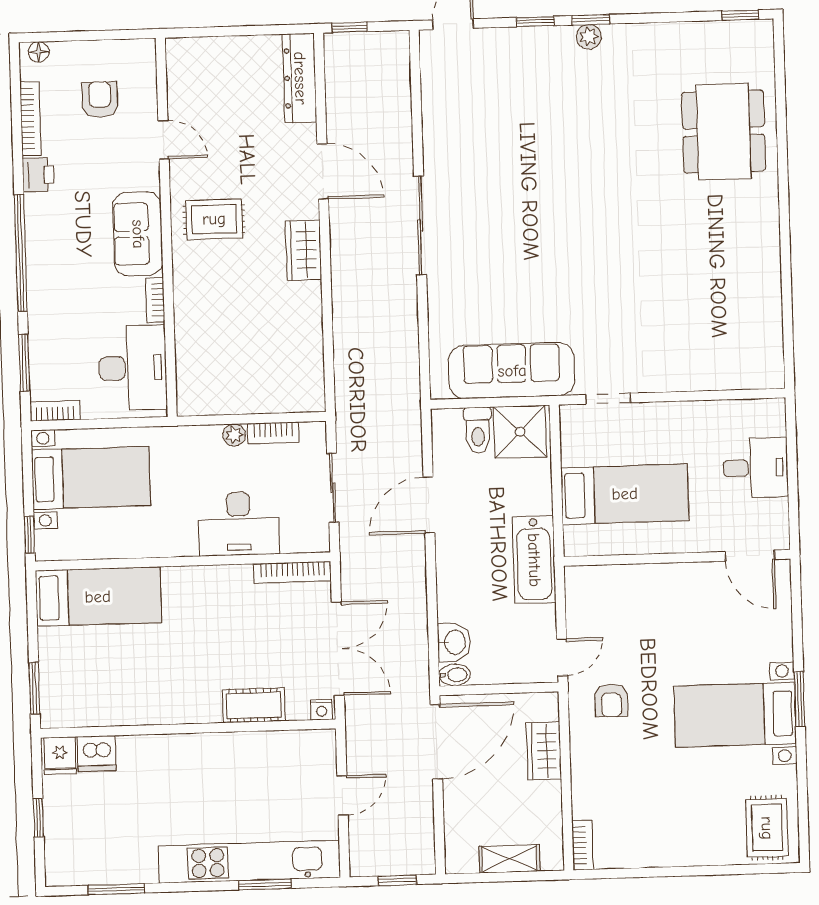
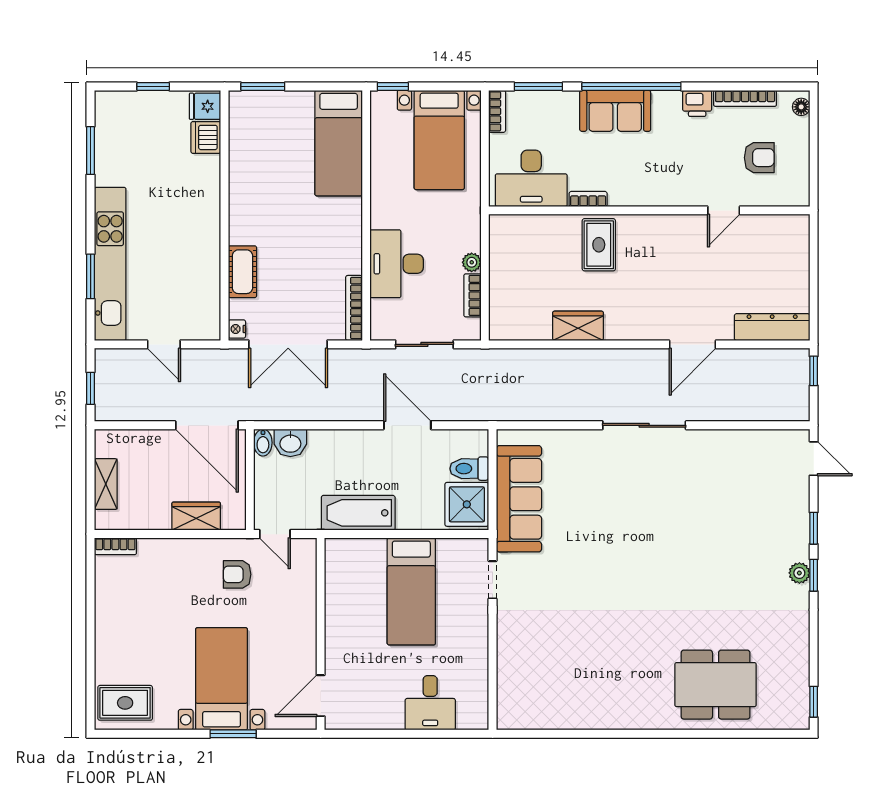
rug: (214, 219) -> (599, 245), moved
sofa: (138, 234) -> (615, 111), moved, turned 180
wardrobe: (304, 250) -> (578, 326), moved
door: (750, 556) -> (321, 696), moved
wall: (677, 558) -> (321, 634), moved

